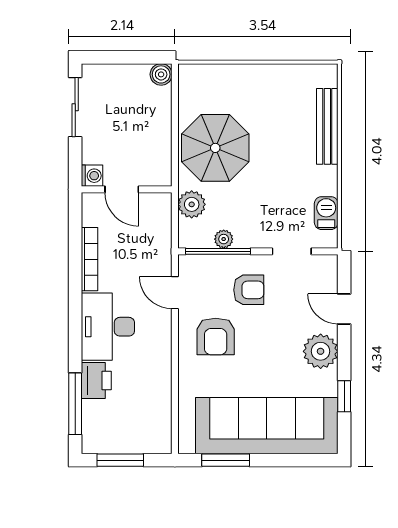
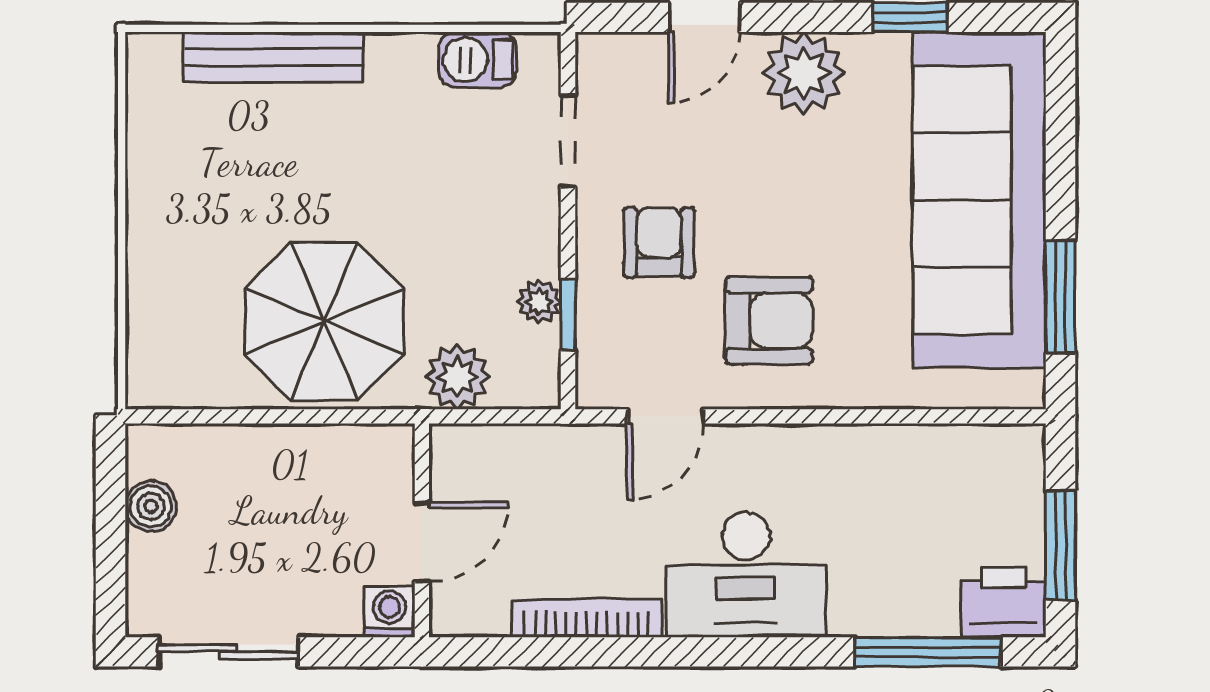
boiler: (161, 74) -> (151, 506), moved
window: (218, 251) -> (568, 315), width x0.46
printer: (96, 381) -> (1003, 602), moved

